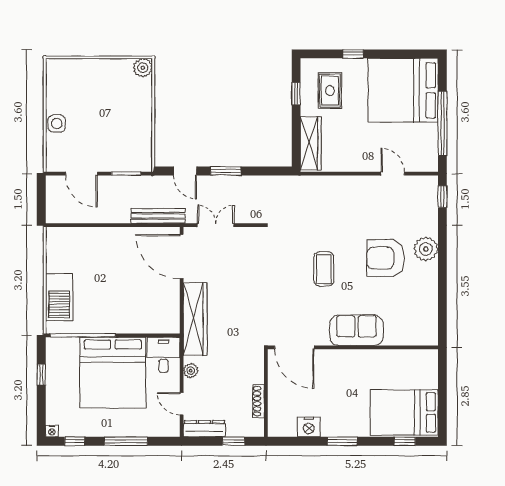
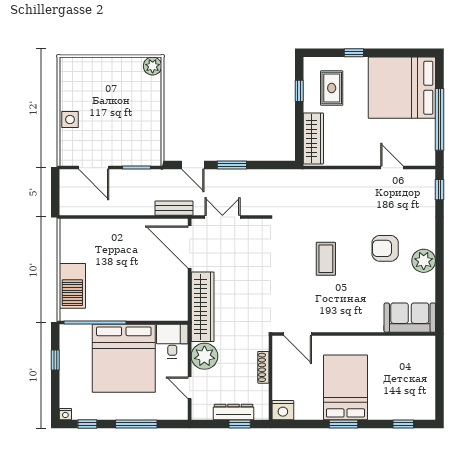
bench: (158, 216) -> (174, 208), width x0.73
plant: (426, 249) -> (424, 261), moved
armchair: (386, 258) -> (385, 248), width x0.73, depth x0.73
sofa: (356, 330) -> (410, 318), moved
door: (294, 347) -> (298, 334), width x0.73
plant: (191, 371) -> (204, 356), width x1.87, depth x1.87
shoe rack: (259, 401) -> (263, 367), moved
bed: (404, 412) -> (345, 387), moved, turned 90
nightstand: (309, 427) -> (283, 410), moved
dresser: (204, 429) -> (234, 412), moved

